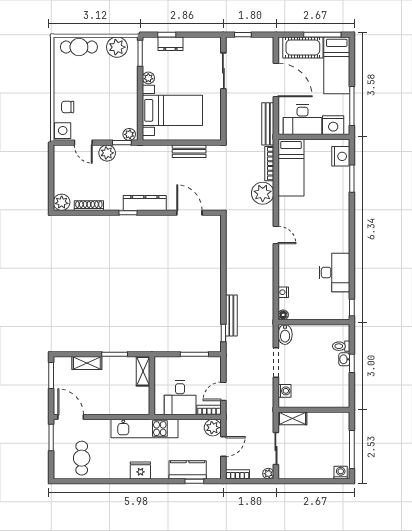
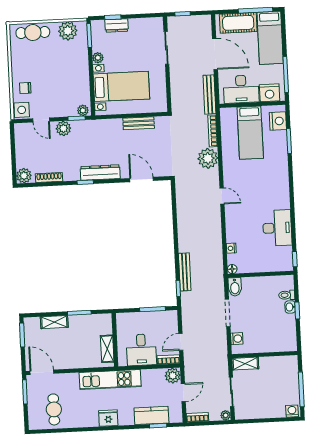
bed: (291, 168) -> (250, 133), moved
shelving: (143, 371) -> (107, 349), moved

